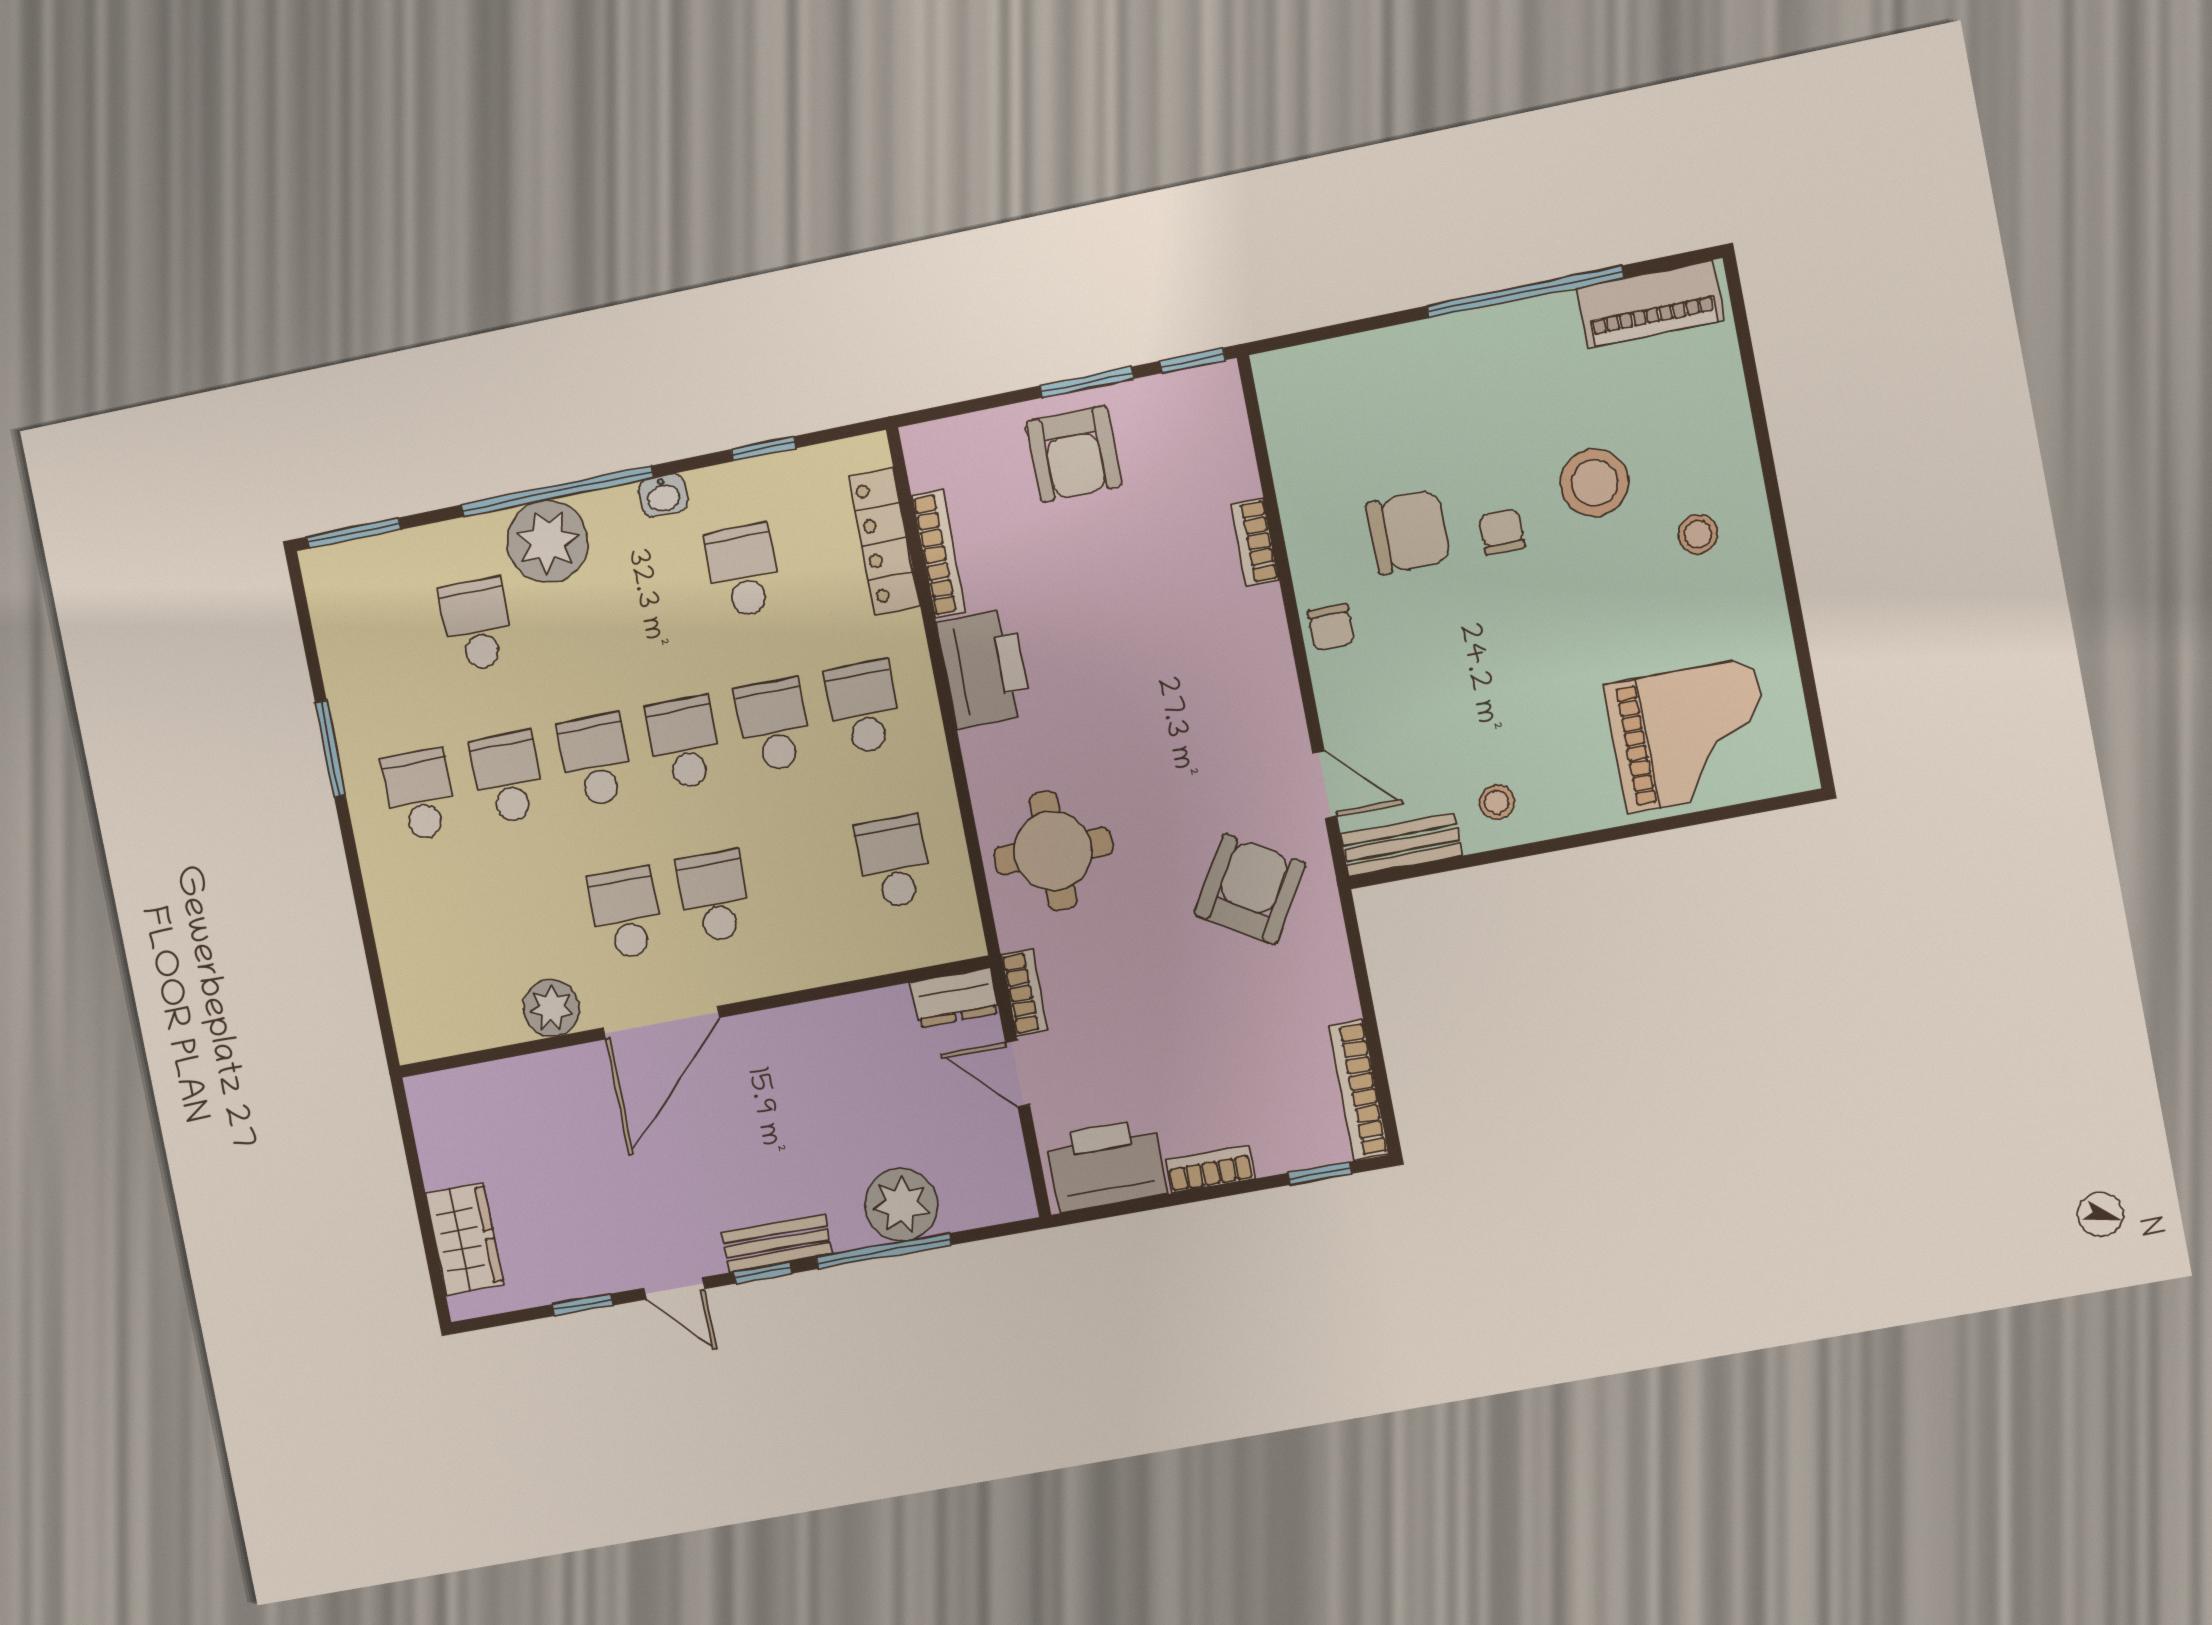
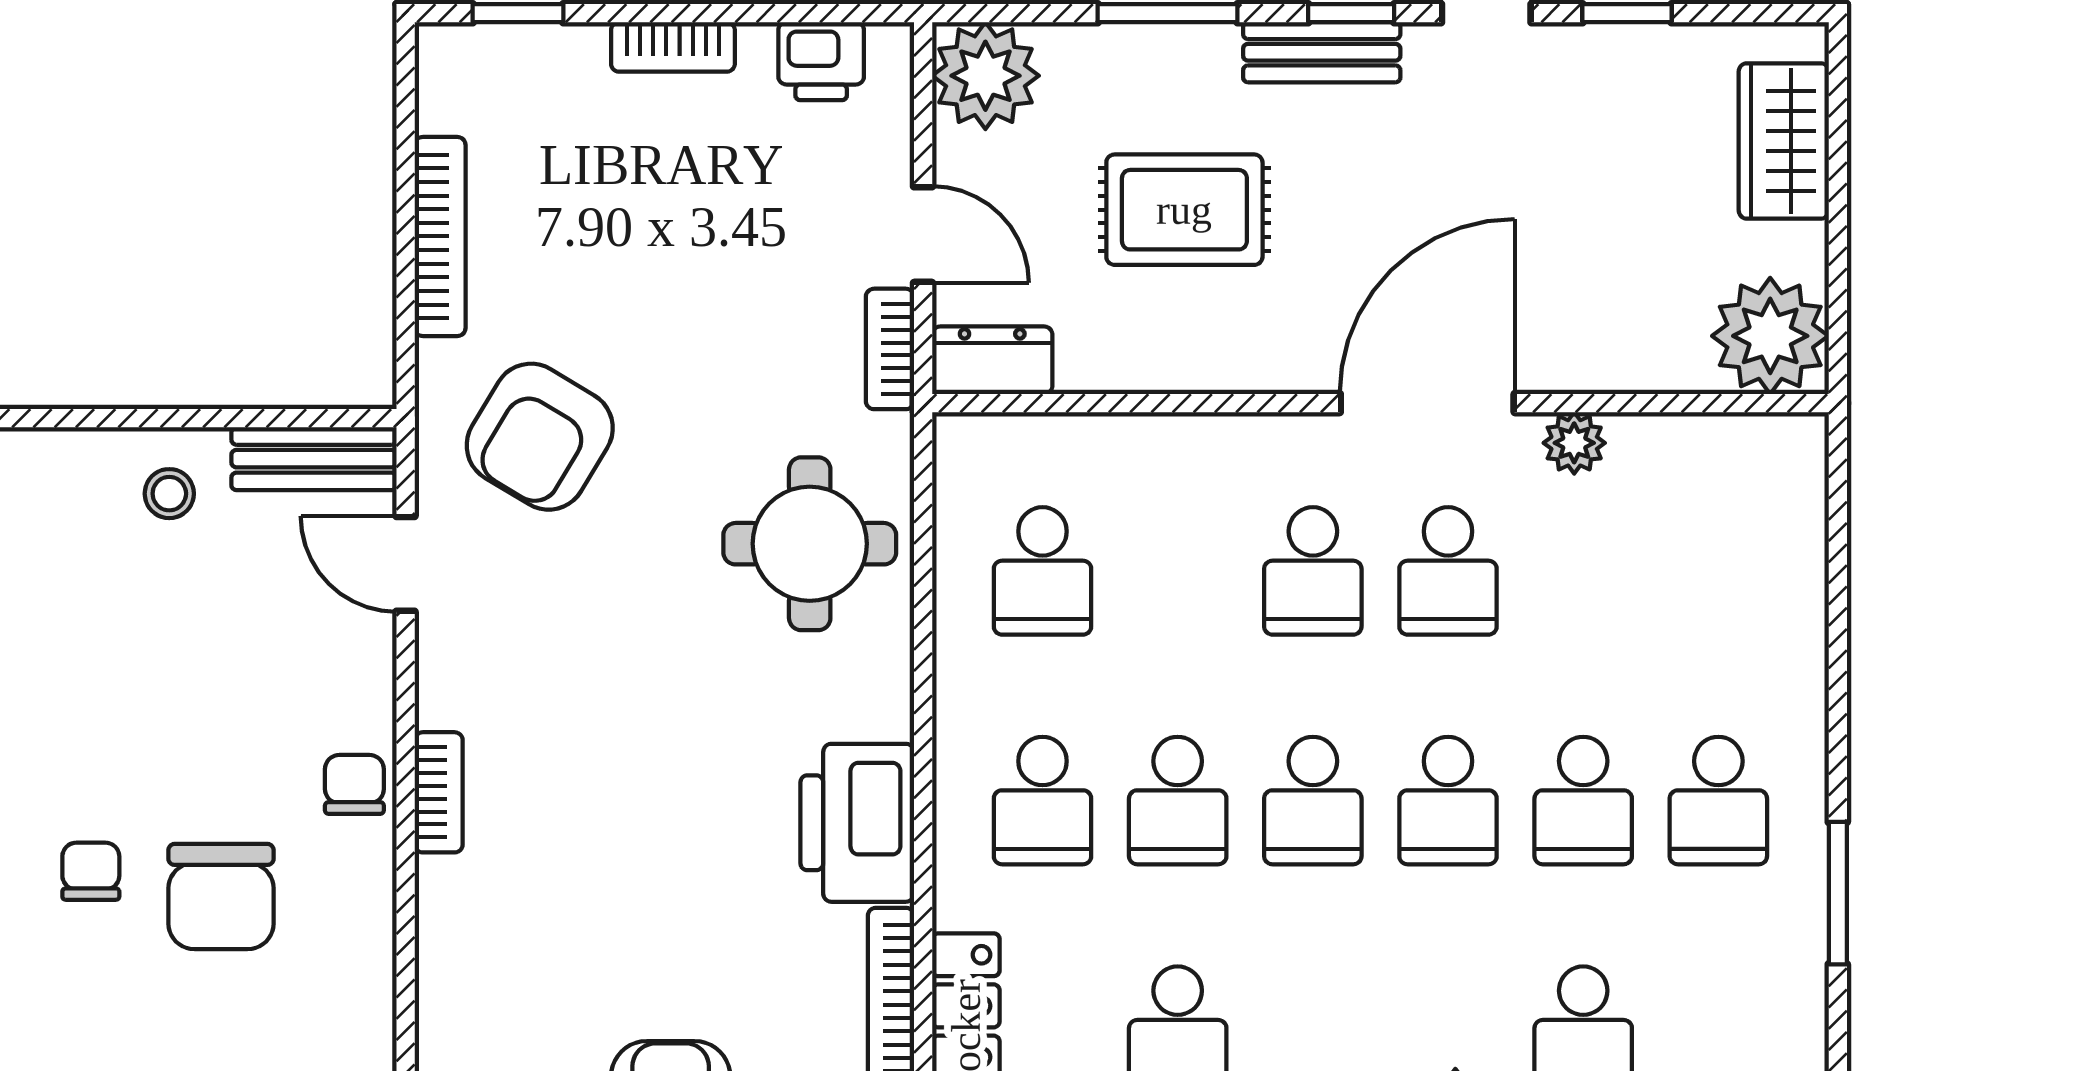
chair: (1408, 532) -> (221, 897), turned -90
chair: (1502, 532) -> (91, 871), turned 180
bookcase: (1255, 542) -> (439, 792), moved
plant: (551, 1008) -> (1574, 443), width x0.73, depth x0.73
bookcase: (1359, 1090) -> (440, 236), moved
plant: (448, 1109) -> (1770, 336), added
rug: (847, 1122) -> (1184, 210), added
printer: (1106, 1165) -> (821, 61), width x0.53, depth x0.68
plant: (901, 1205) -> (985, 76), moved
window: (884, 1251) -> (1168, 13), width x0.69

